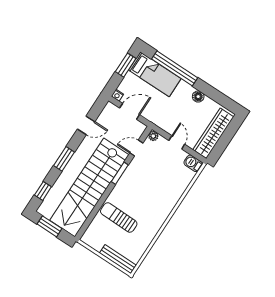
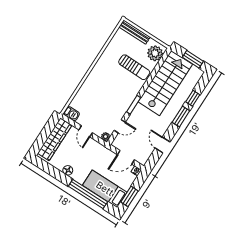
door: (86, 125) -> (163, 145), hinge flipped
stairs: (89, 188) -> (165, 83), width x0.73
window: (43, 191) -> (193, 98), moved
plant: (94, 234) -> (155, 53), added

